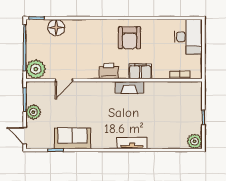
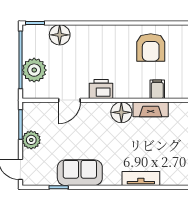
plant: (36, 69) -> (34, 70), moved
printer: (109, 71) -> (101, 89), moved
filing cabinet: (140, 71) -> (157, 89), width x0.50
floor lamp: (106, 90) -> (121, 112), added
tv unit: (132, 143) -> (141, 178), moved

